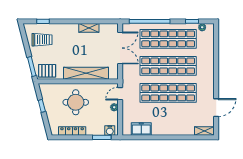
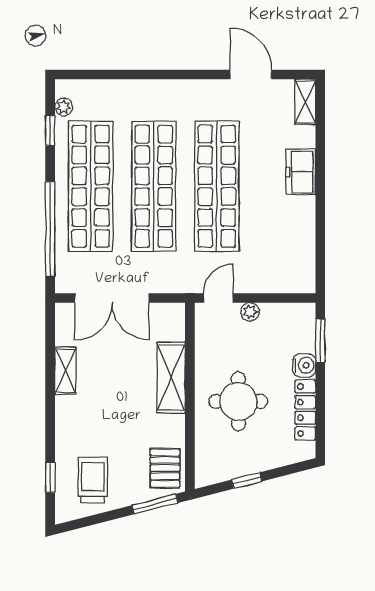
double door: (120, 48) -> (112, 298), swing flipped
shelving: (86, 73) -> (171, 378), width x0.68
door: (120, 94) -> (218, 298), swing flipped
freezer: (141, 129) -> (301, 172), moved
water cooler: (110, 131) -> (304, 365), moved

